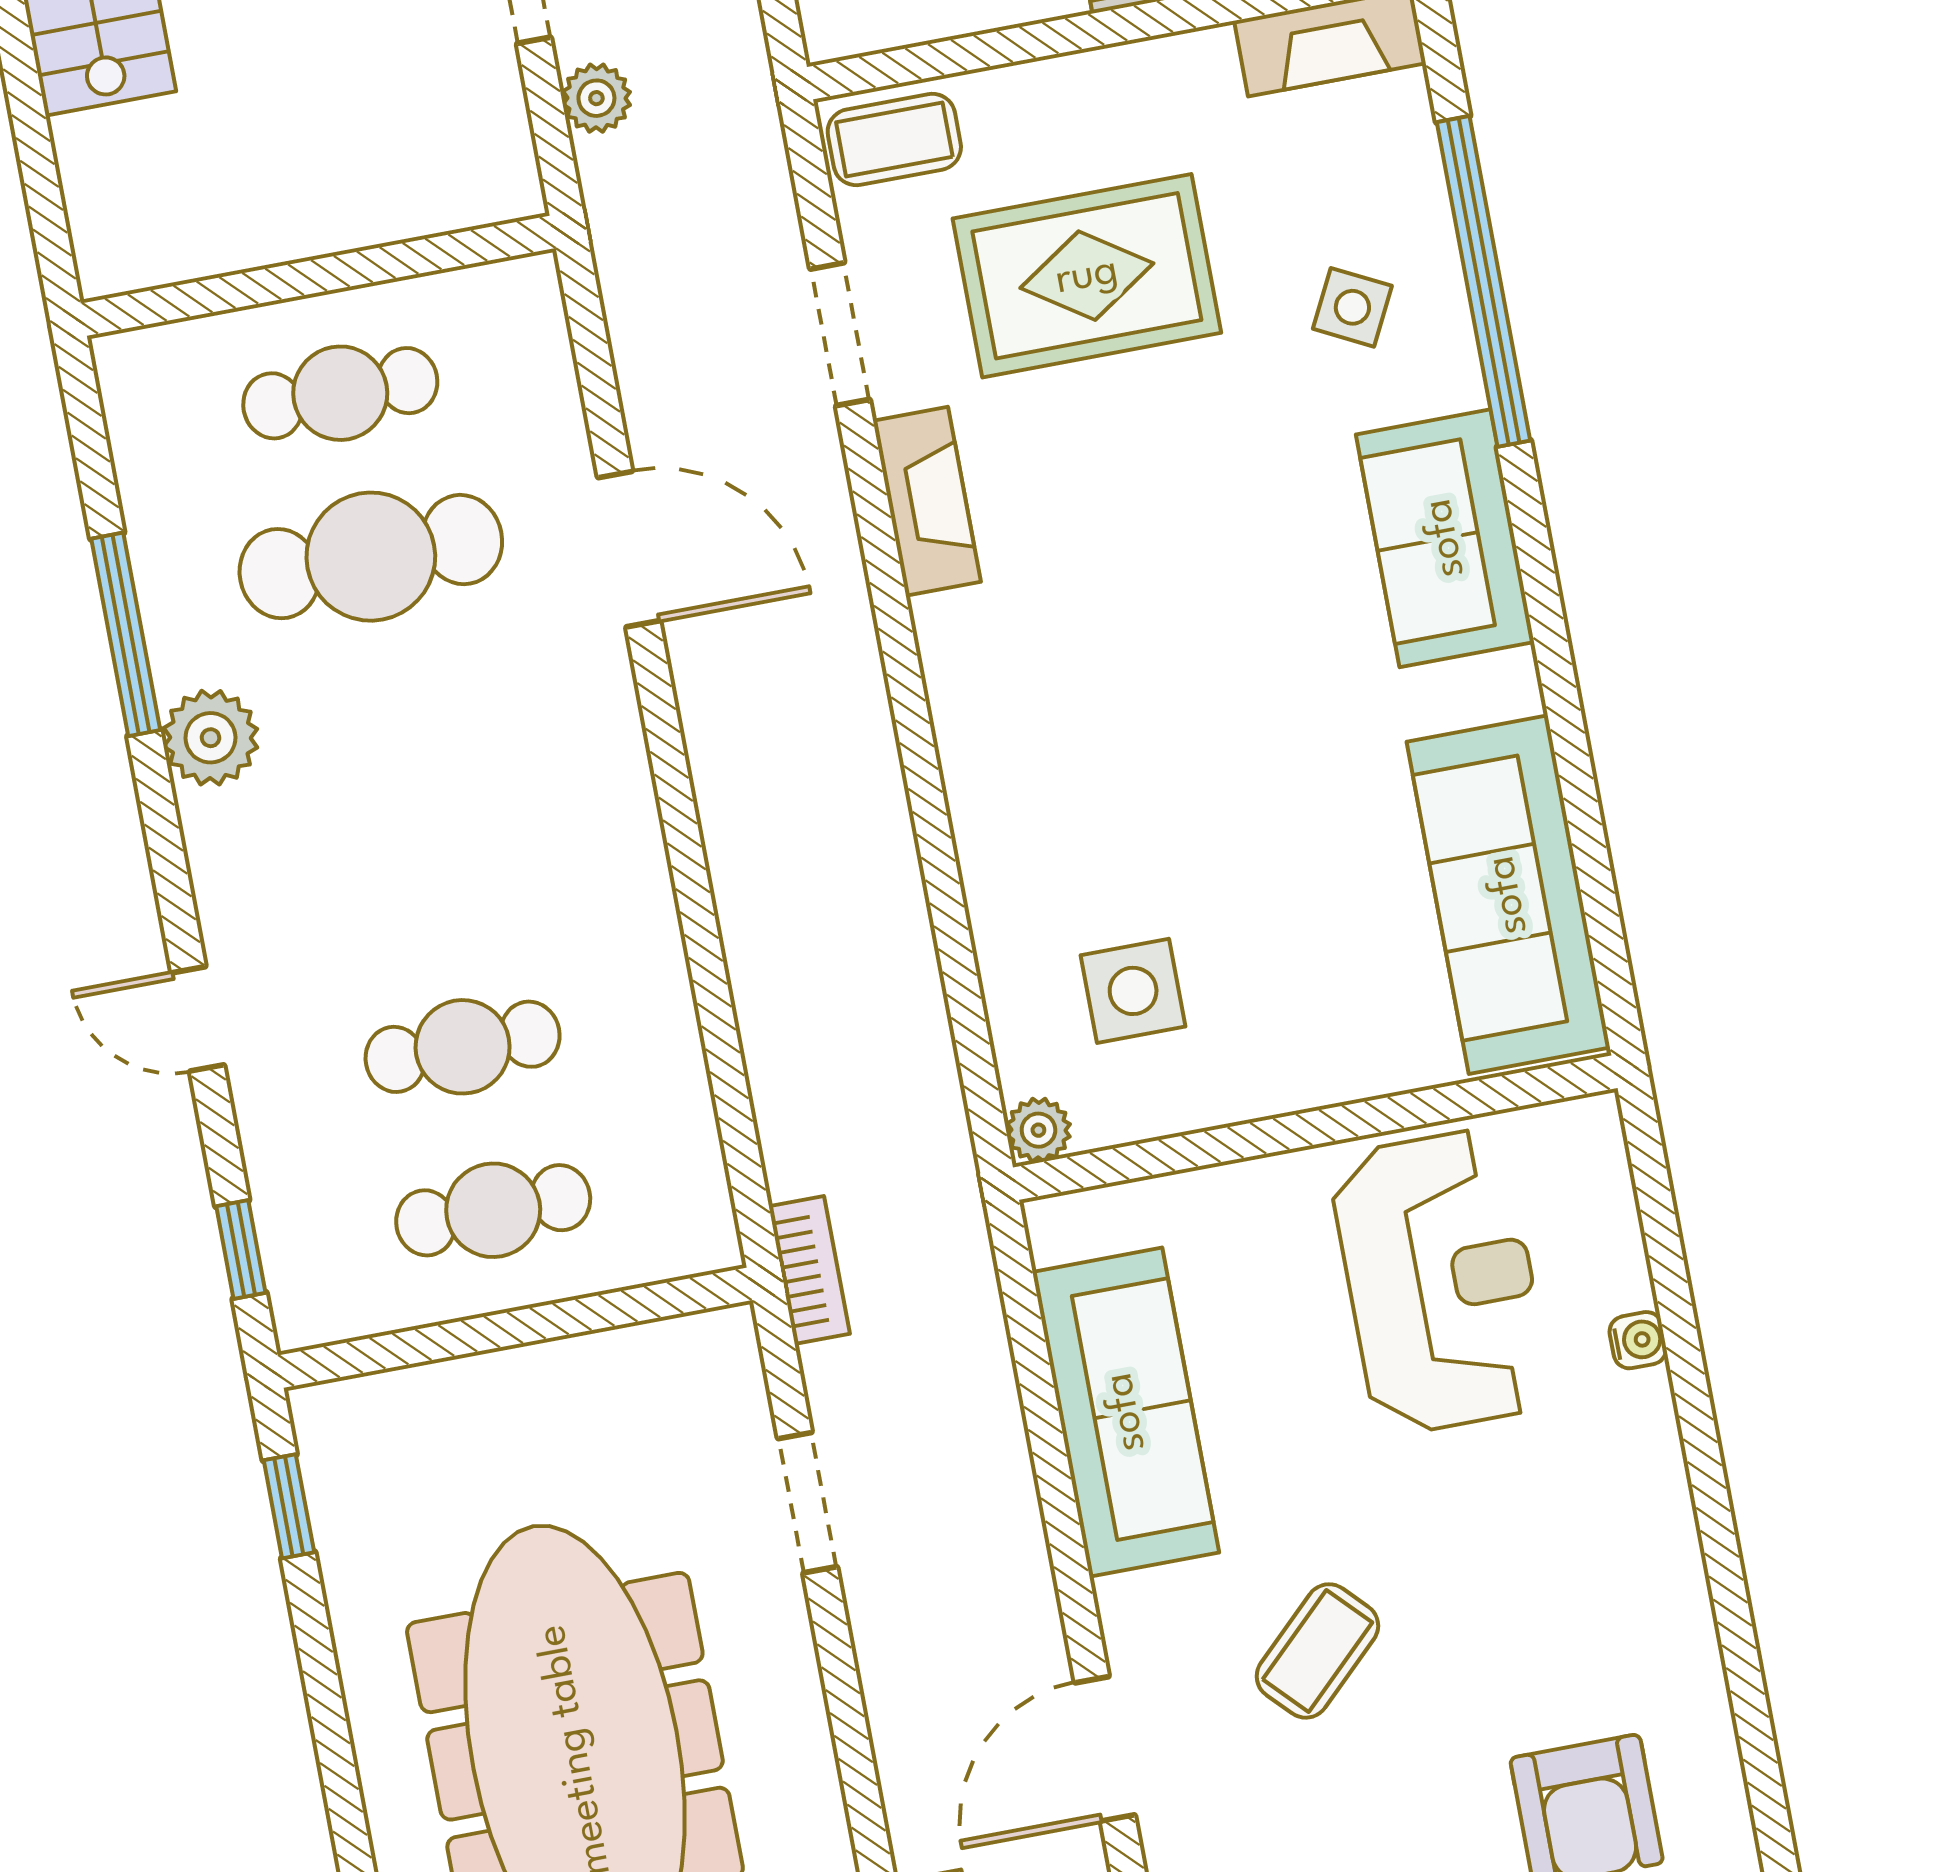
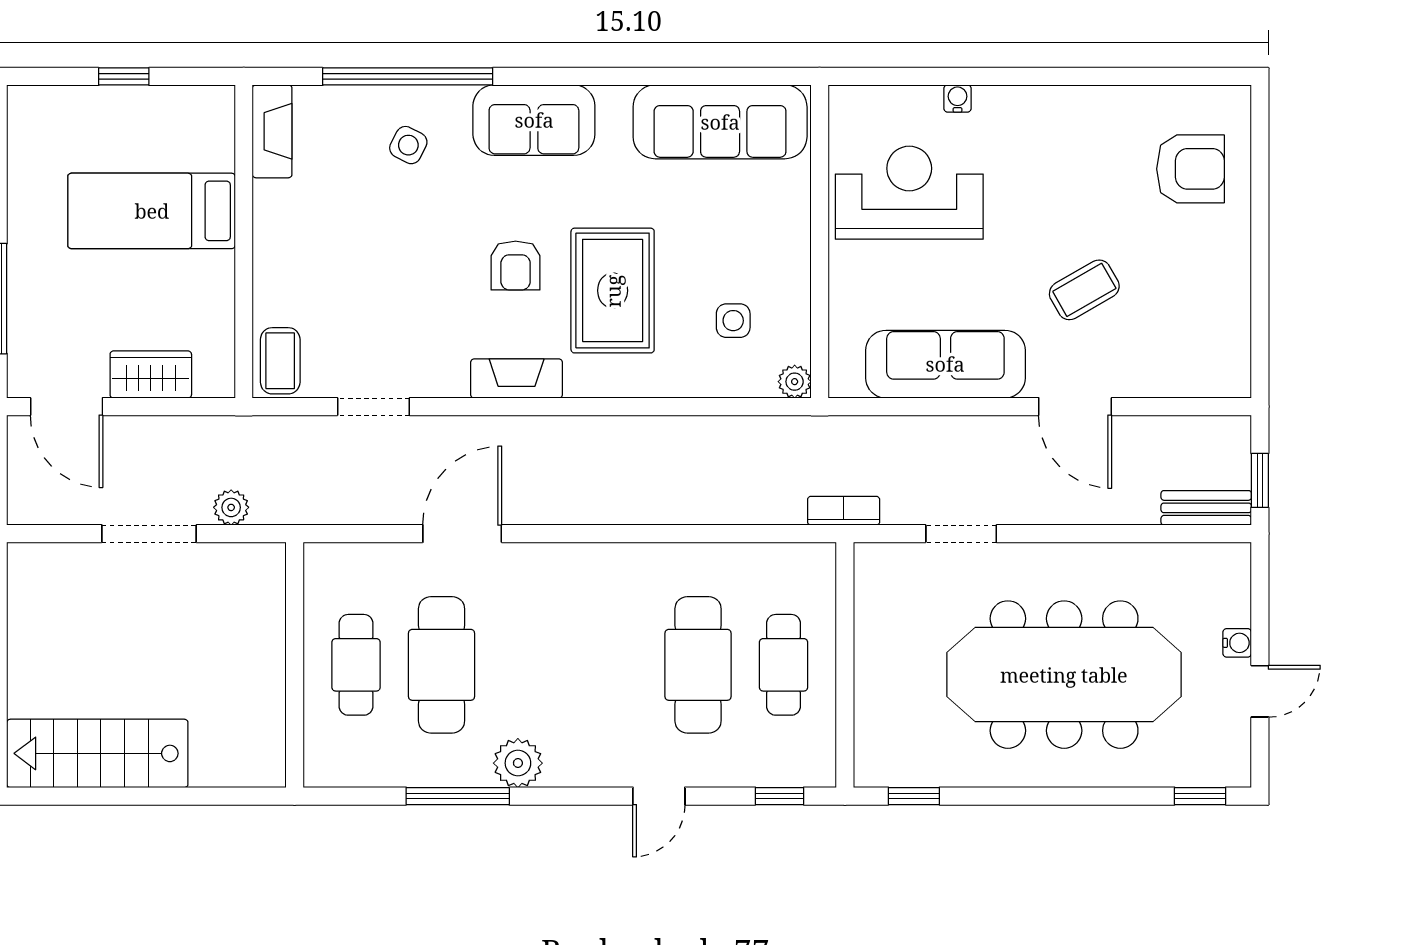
rug: (1087, 276) -> (613, 291), moved
fireplace: (927, 501) -> (517, 379), moved
armchair: (1161, 555) -> (516, 266), added
side table: (1133, 991) -> (733, 321), width x0.73, depth x0.73
cafe table: (463, 1047) -> (698, 665), width x1.37, depth x1.35
coffee table: (1317, 1651) -> (1084, 290), turned -76
door: (1105, 1749) -> (1075, 407), moved

